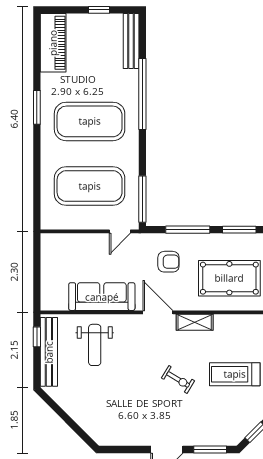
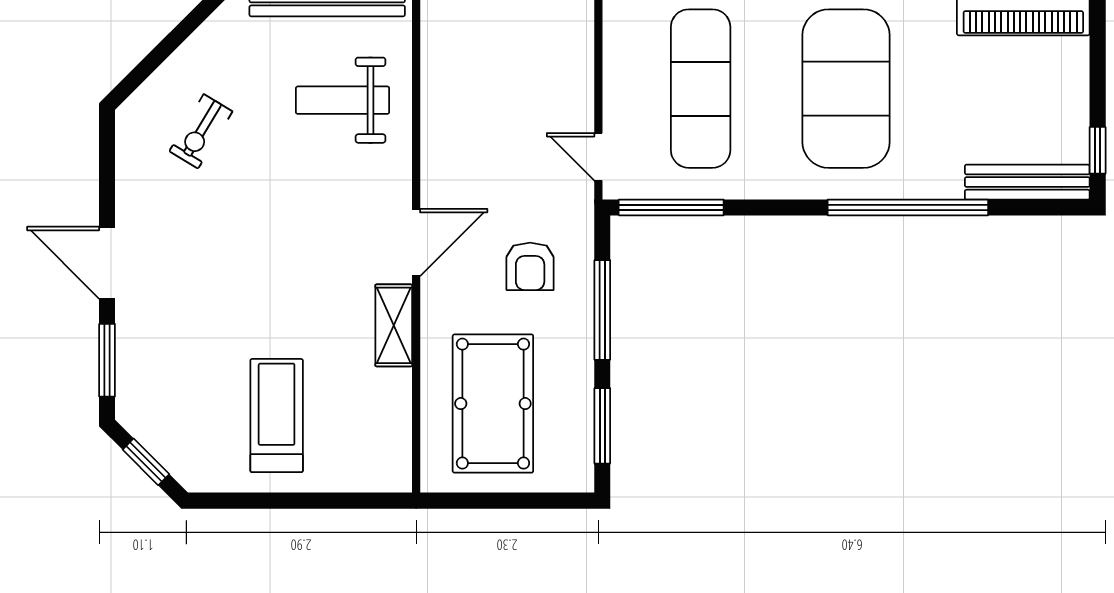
window: (99, 10) -> (1098, 150), moved
exercise mat: (90, 186) -> (701, 89), width x0.68
sofa: (102, 297) -> (452, 116), removed
exercise bike: (178, 379) -> (201, 131), moved

